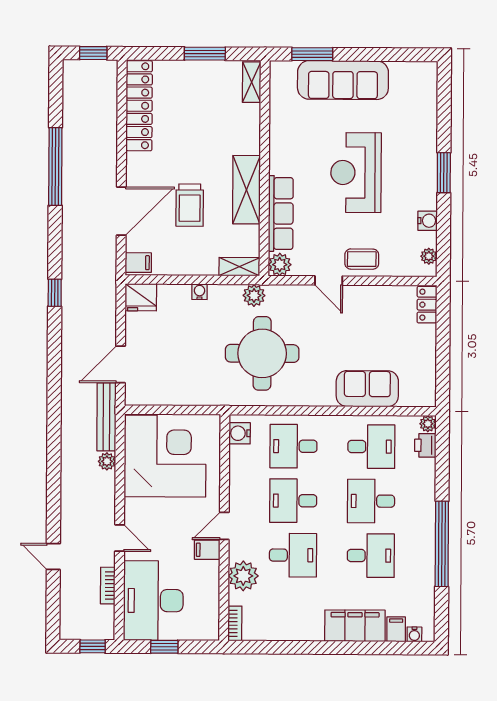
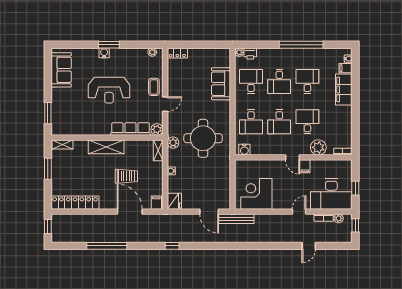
sofa: (343, 80) -> (61, 70), moved, width x0.73
shelving: (246, 190) -> (106, 147), moved
water cooler: (427, 221) -> (104, 53), moved
corner desk: (165, 456) -> (256, 194), width x0.74, depth x0.74
plant: (107, 461) -> (339, 218), moved

